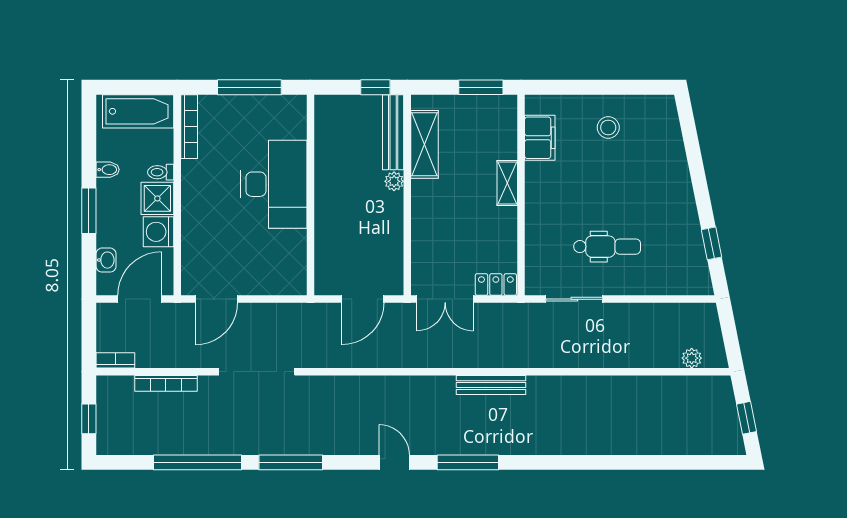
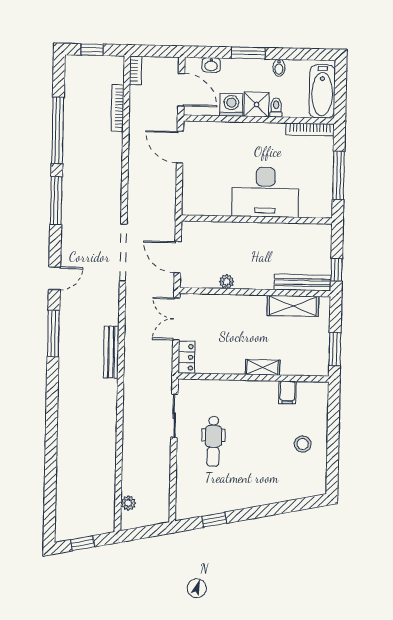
filing cabinet: (540, 138) -> (287, 392), width x0.50
plant: (394, 181) -> (227, 282), moved
doorway: (257, 372) -> (123, 252), moved

